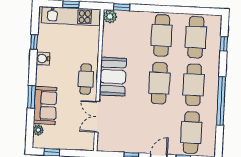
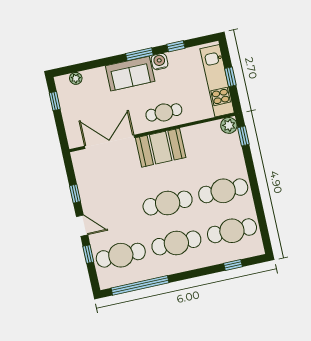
cafe table: (86, 79) -> (164, 112), moved
window: (31, 97) -> (139, 54), moved
window: (221, 101) -> (140, 285), moved
sofa: (45, 105) -> (130, 74), moved
double door: (97, 117) -> (109, 142), width x1.37

